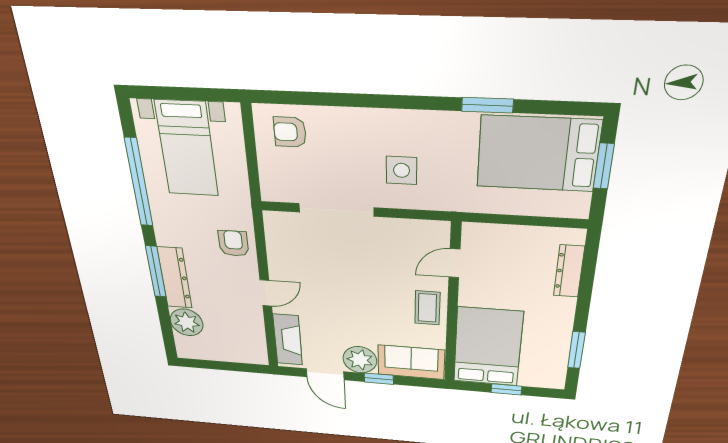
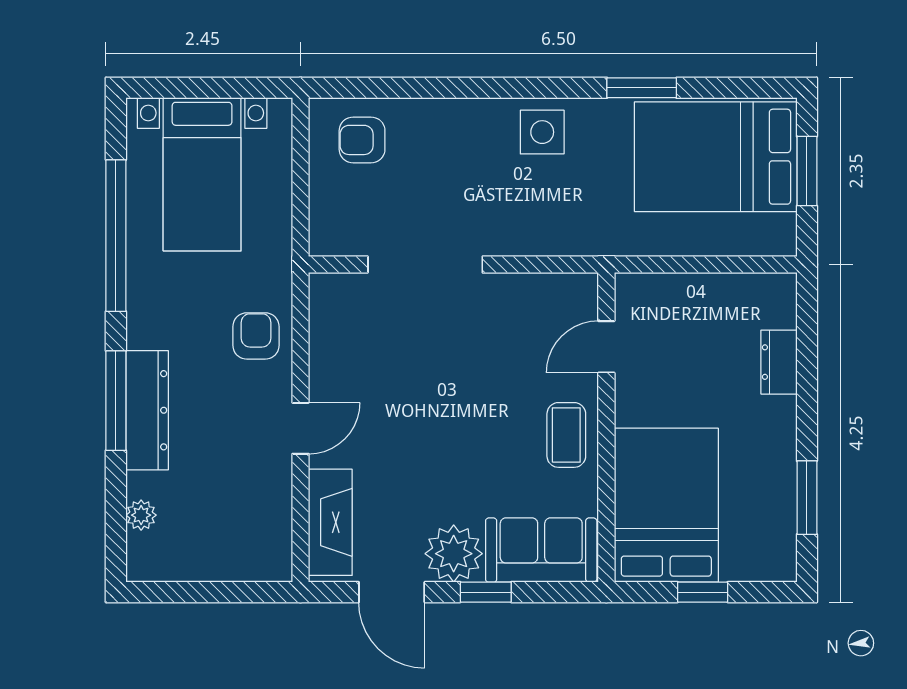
side table: (402, 170) -> (542, 132), moved
dresser: (569, 271) -> (779, 362), width x0.70
plant: (187, 322) -> (141, 515), width x0.53, depth x0.53

